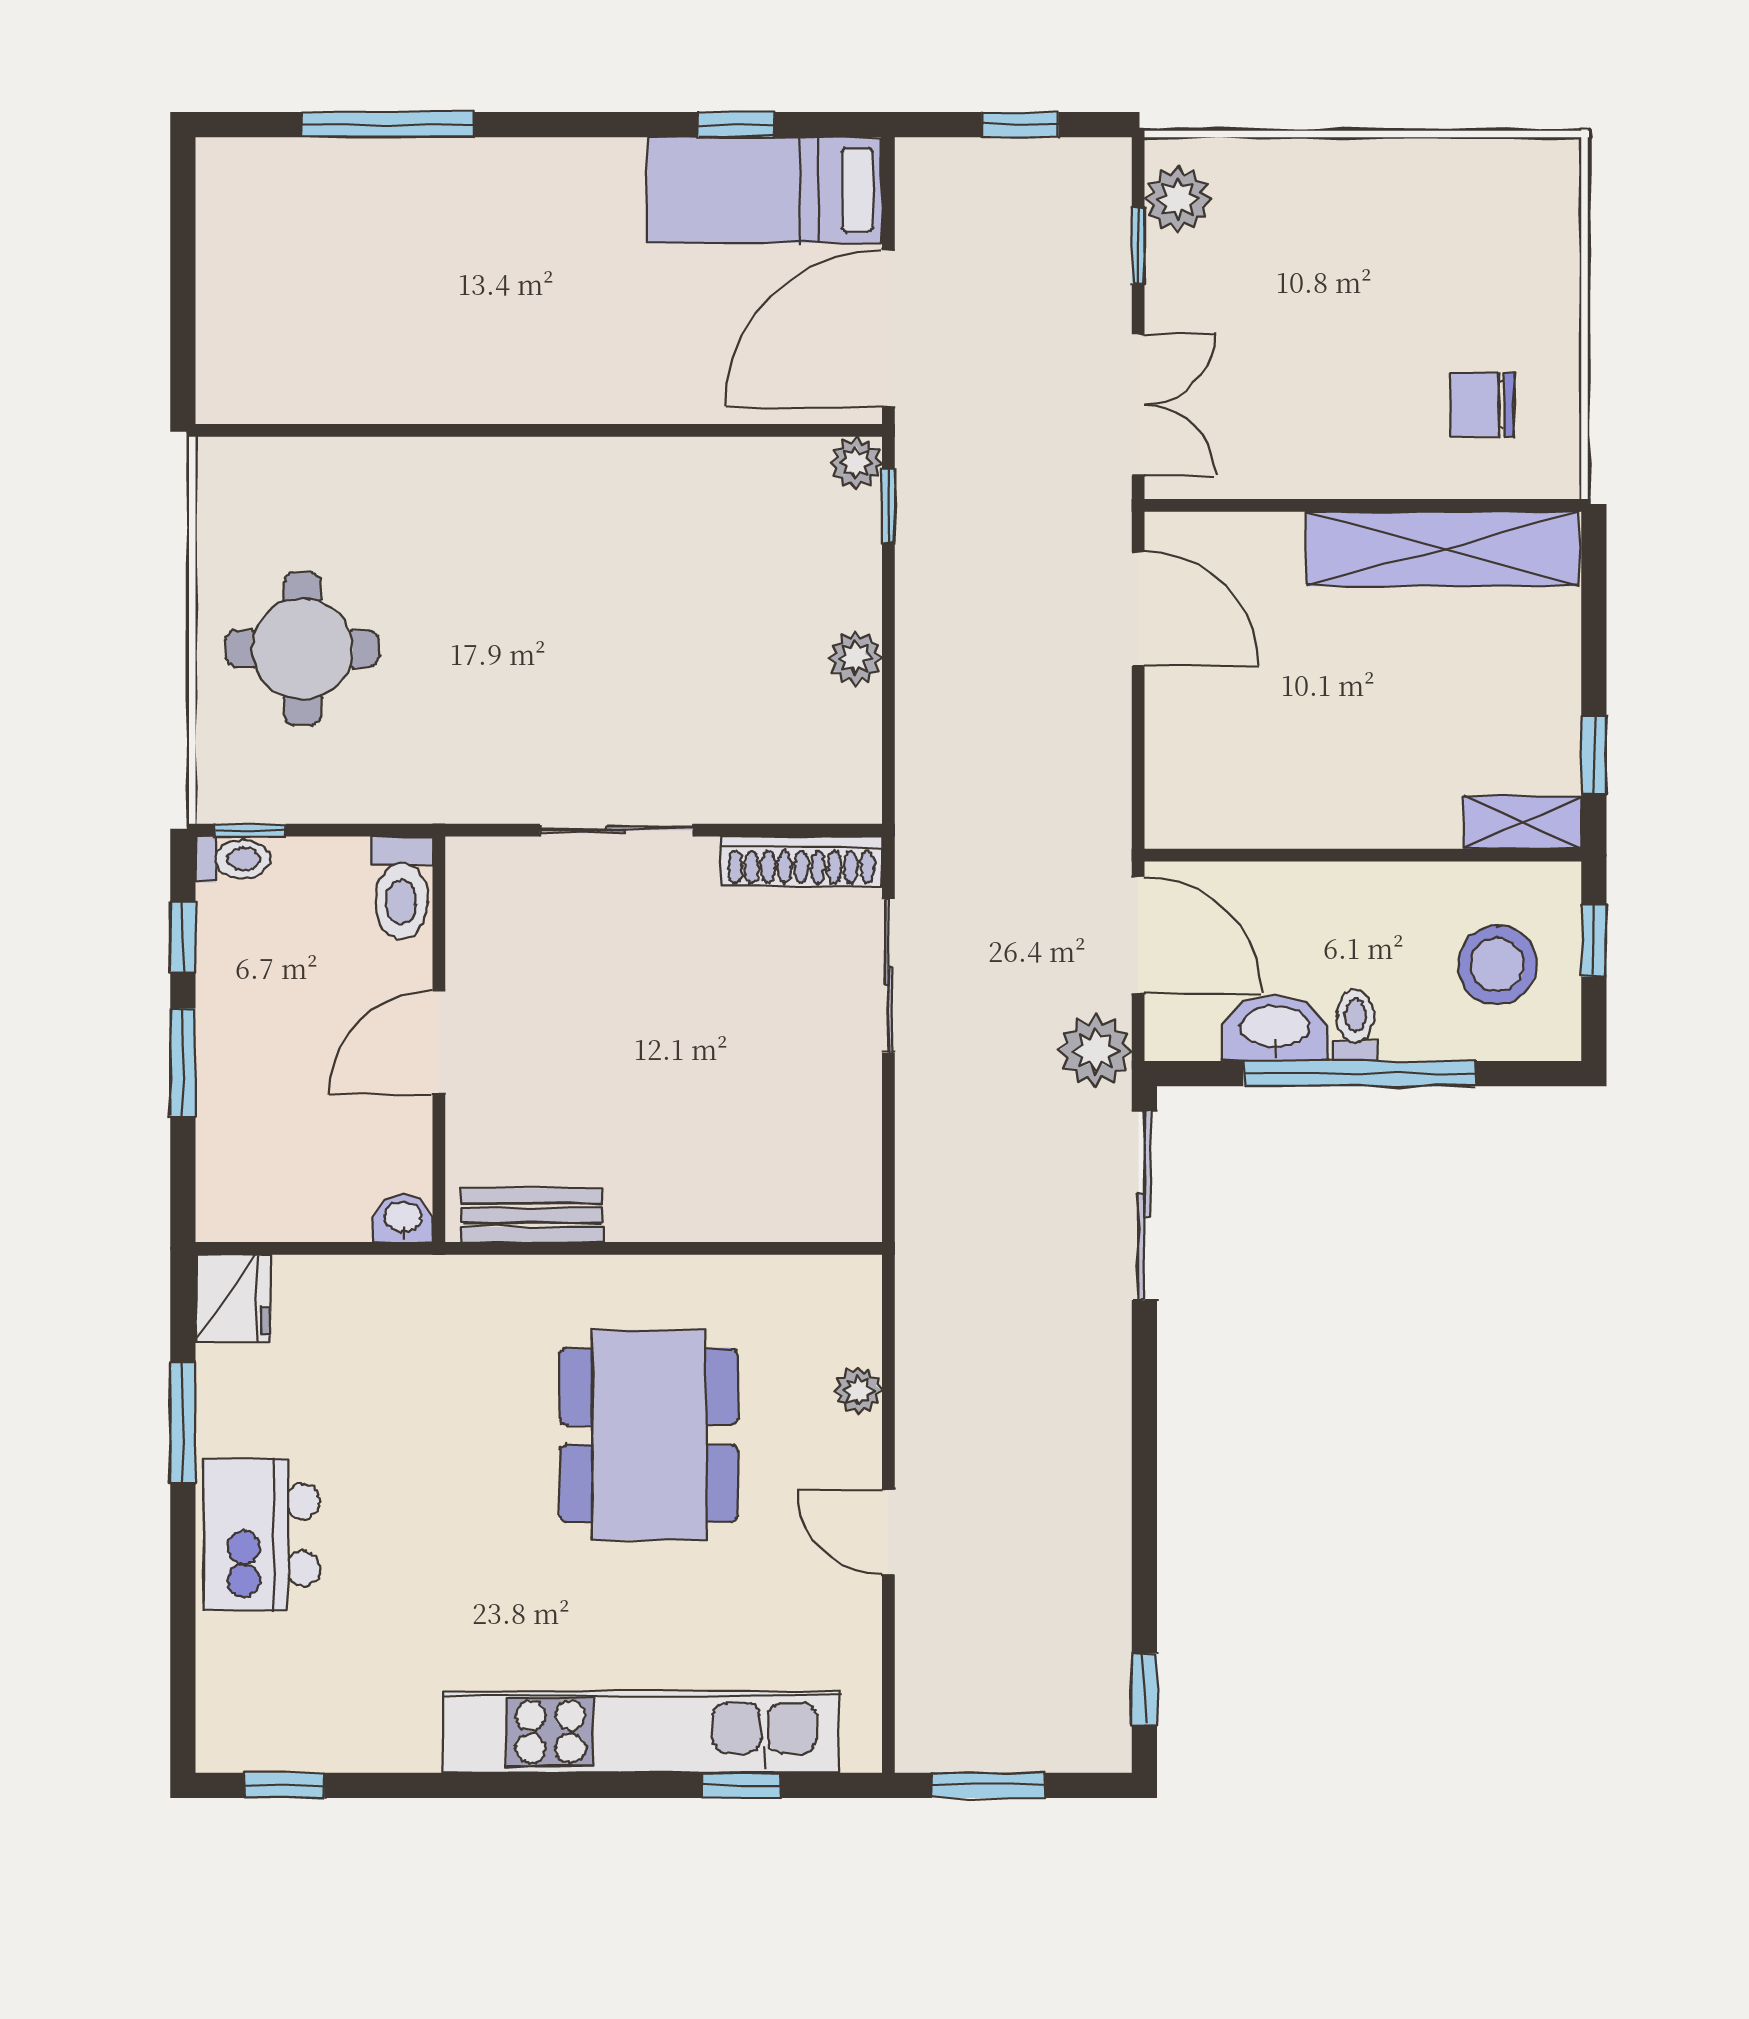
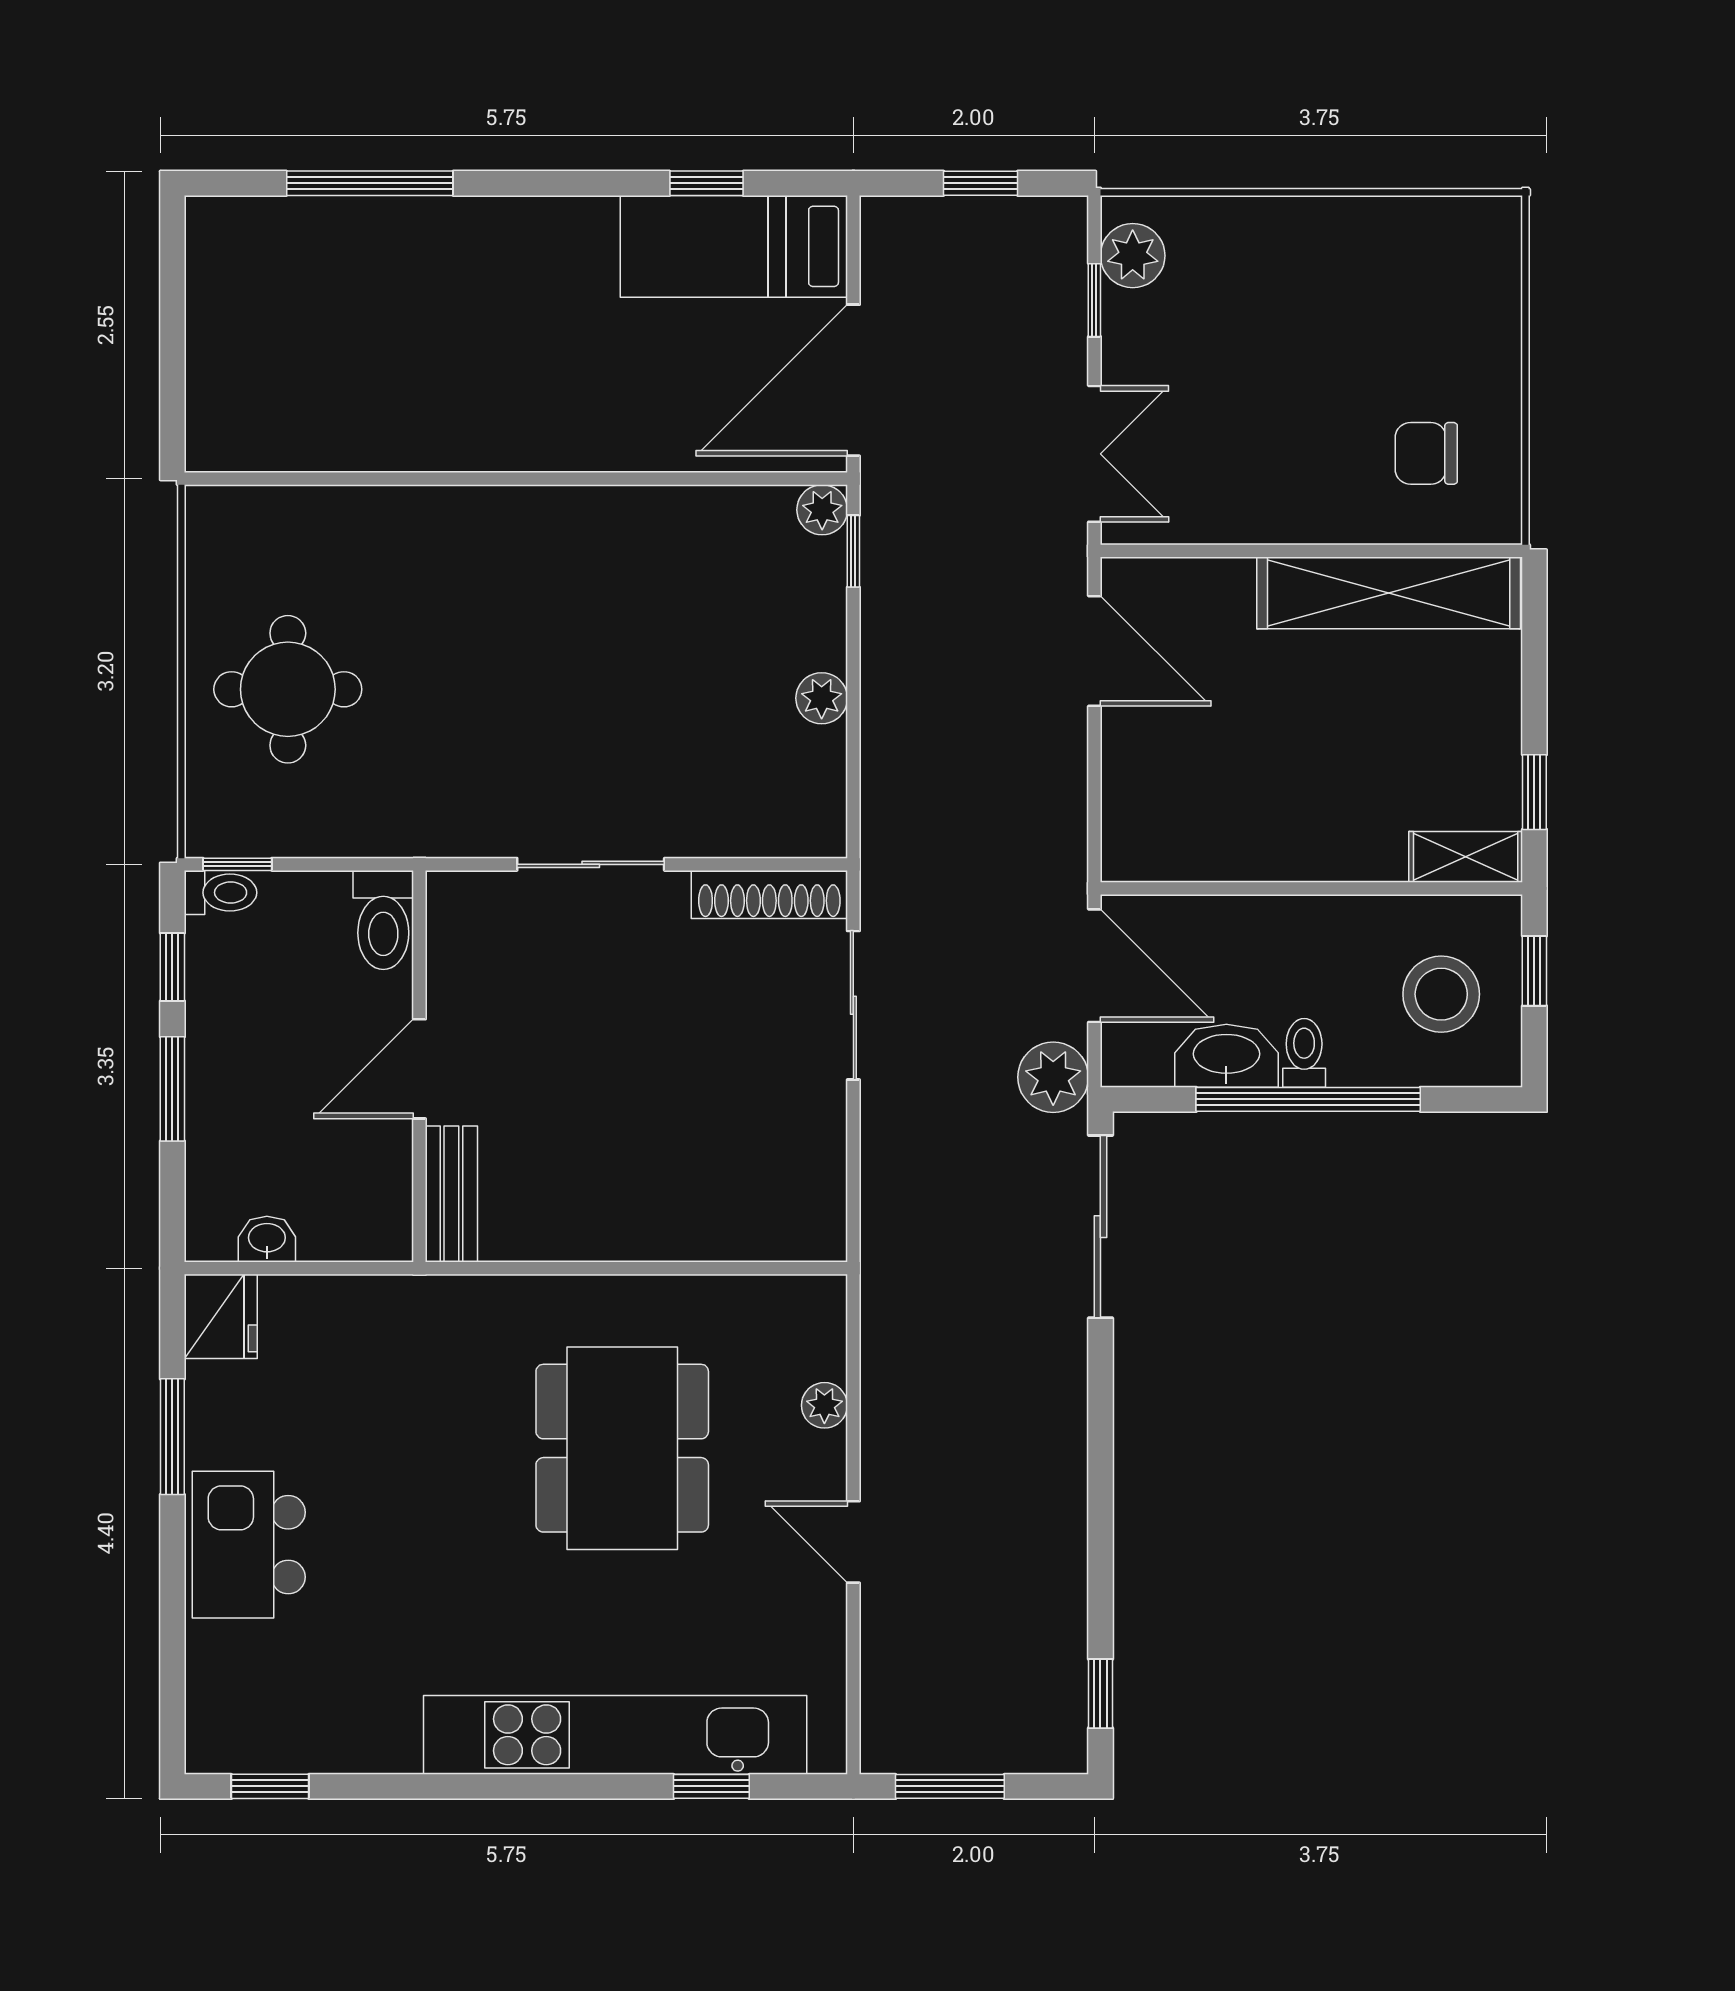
bench: (532, 1215) -> (451, 1194), moved, turned 90
washbasin: (403, 1218) -> (267, 1239), moved

